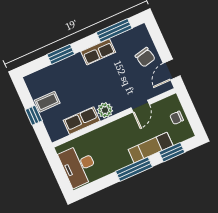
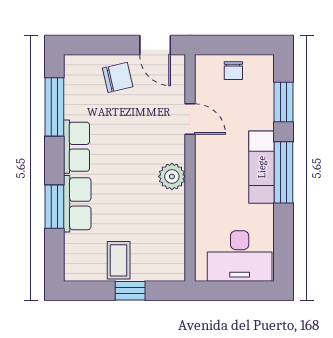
row of seats: (82, 121) -> (77, 204), moved, turned 180
exam couch: (151, 148) -> (262, 167), moved

